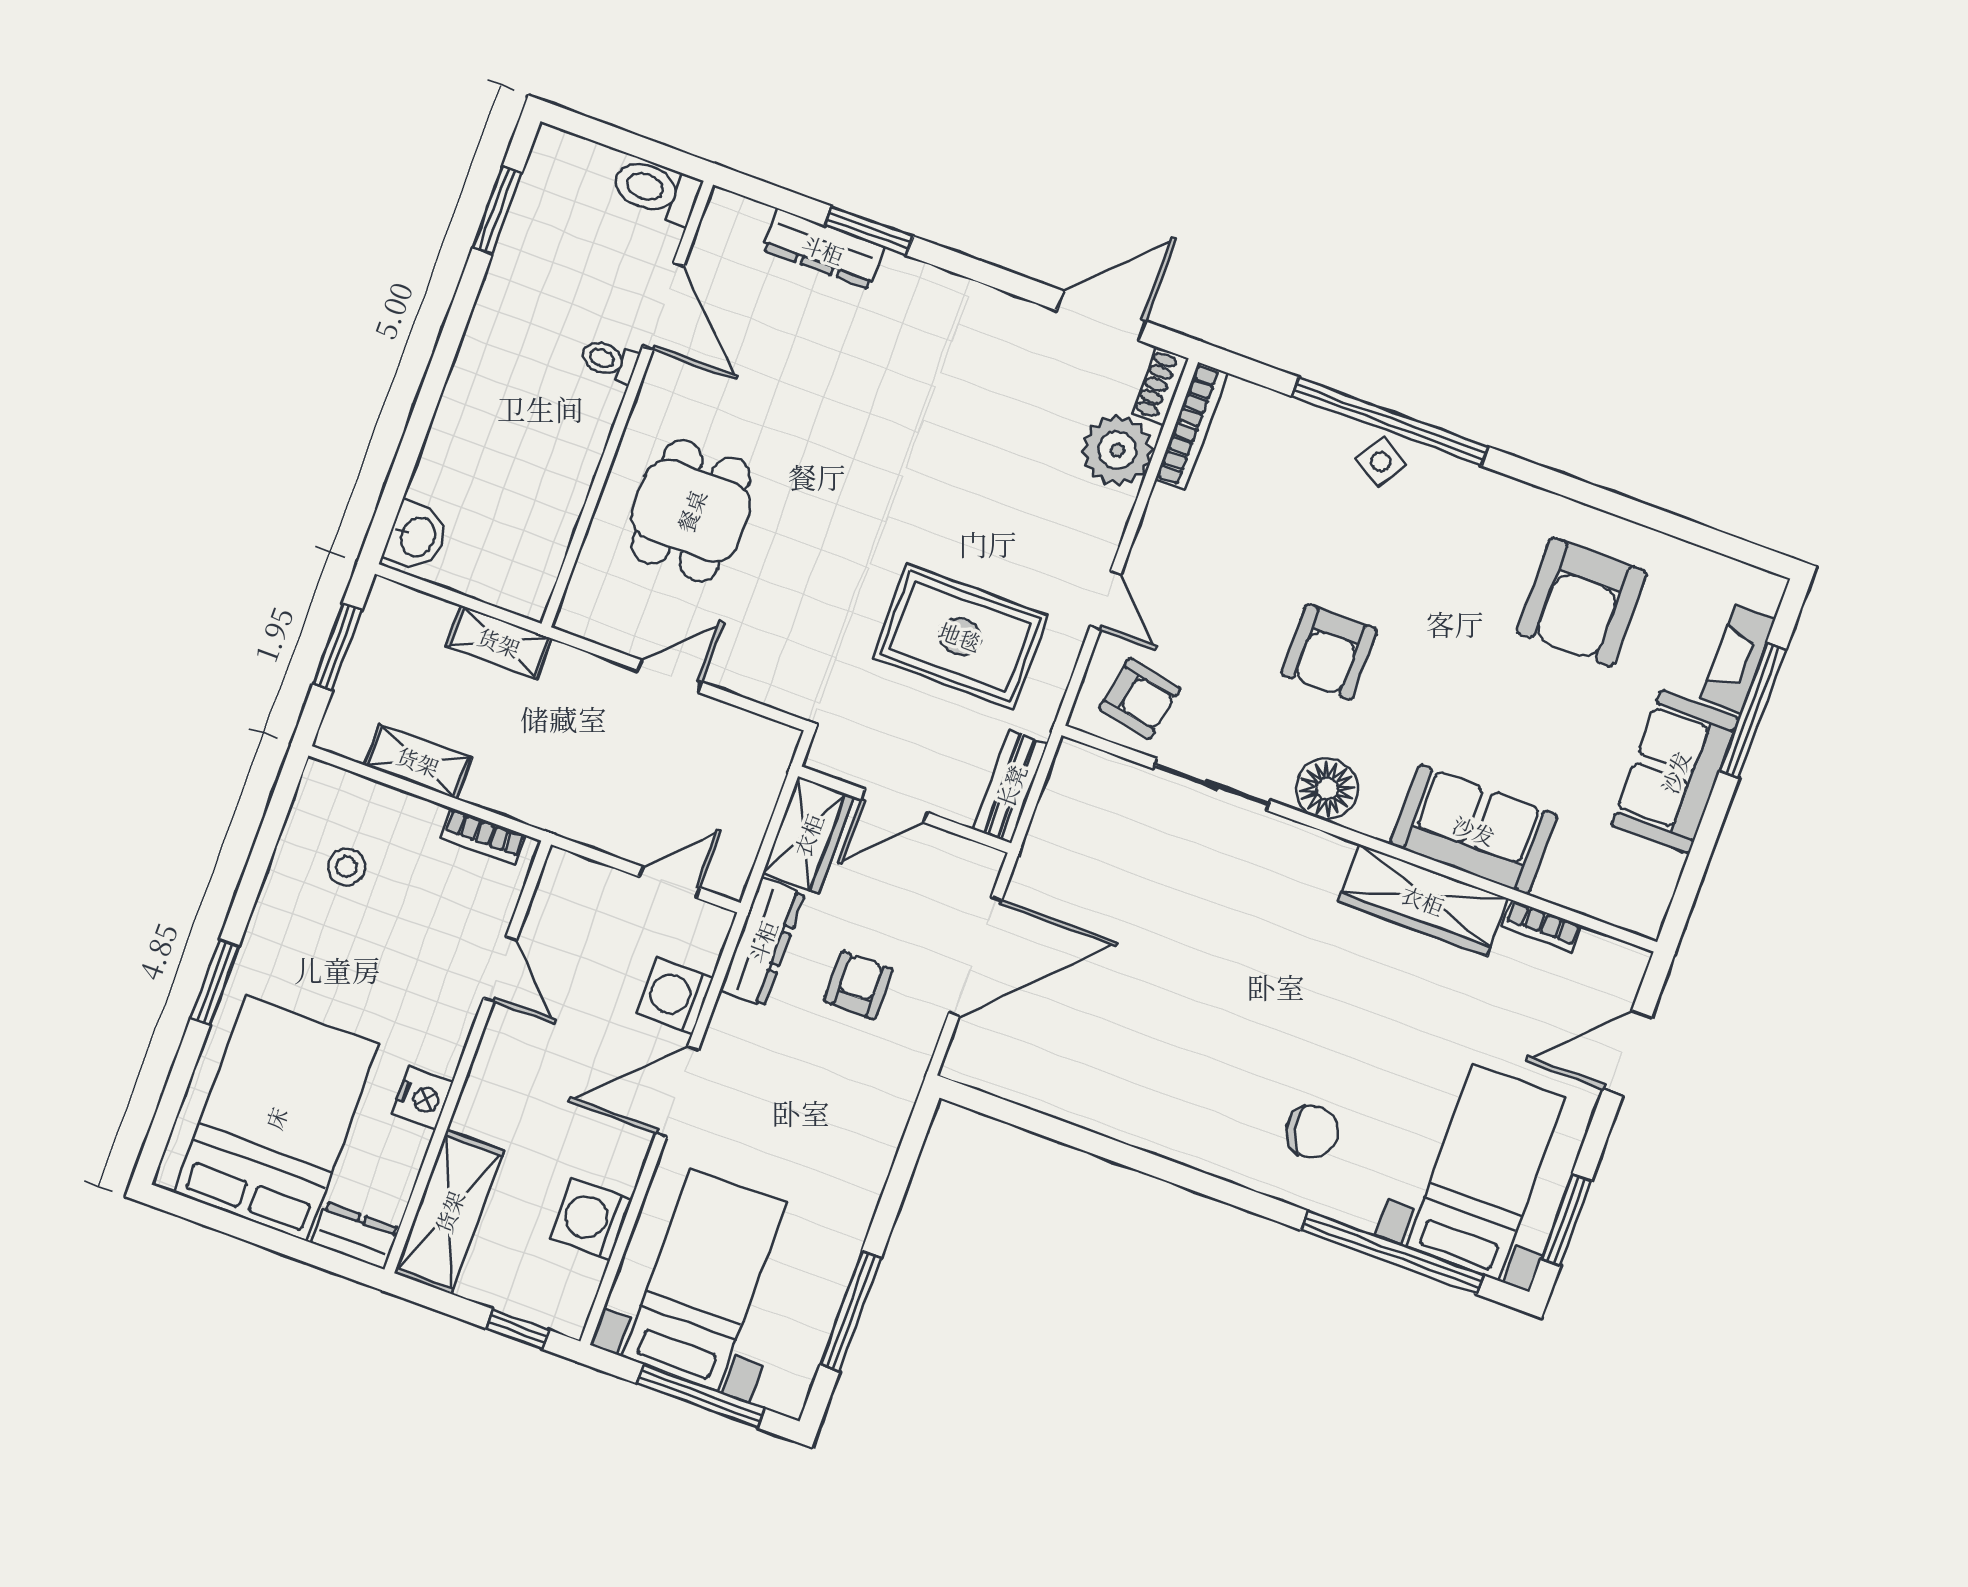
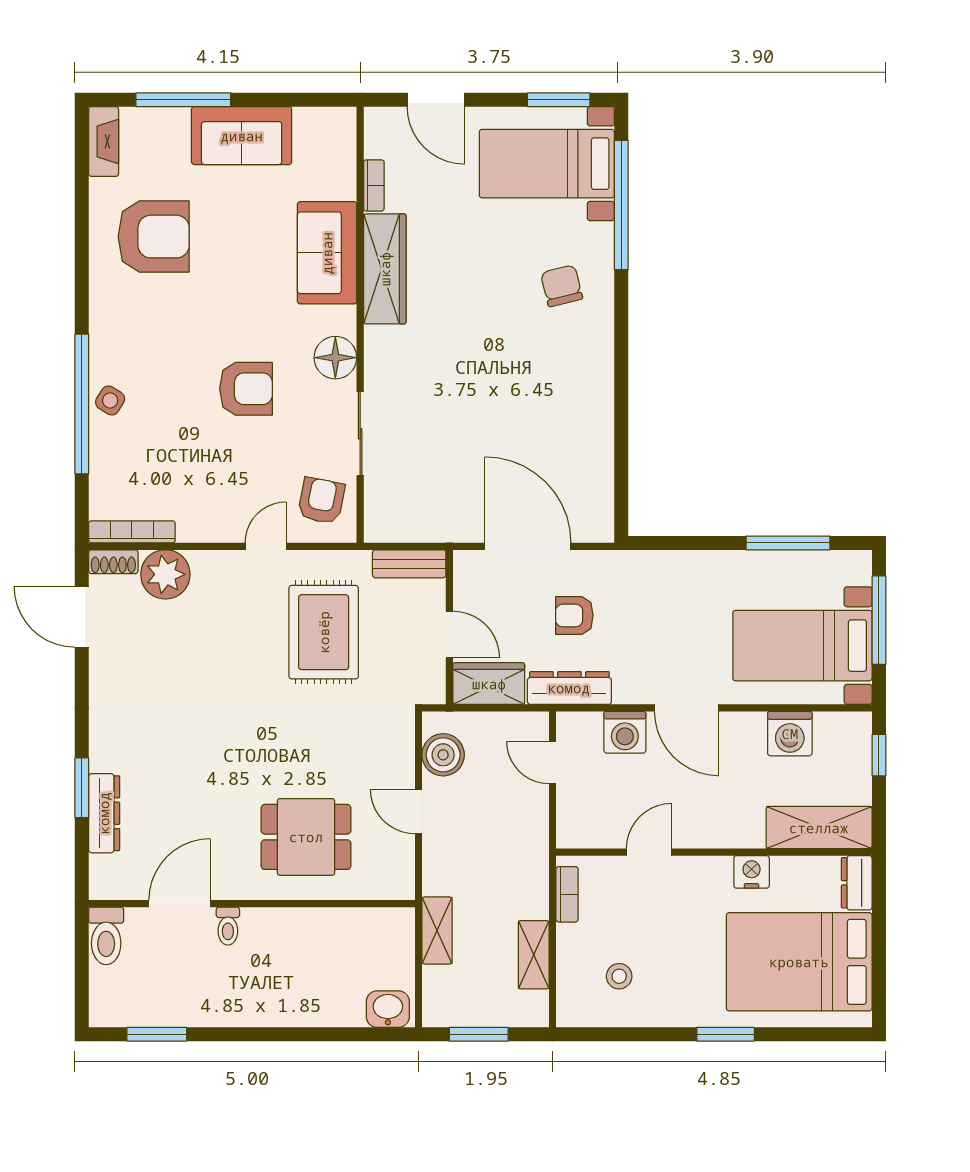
fireplace: (1738, 660) -> (104, 141), moved, turned -90
boiler: (734, 738) -> (443, 755), added

